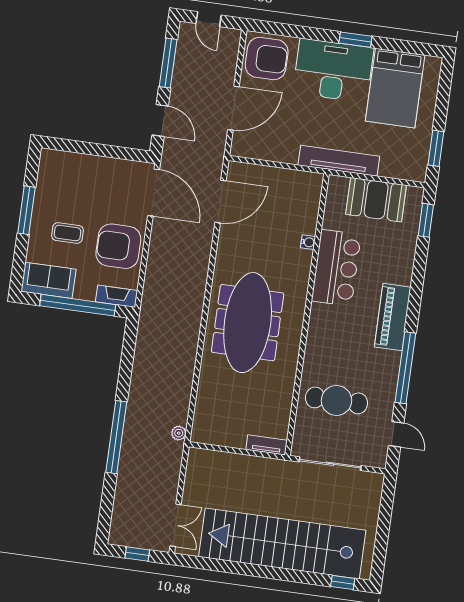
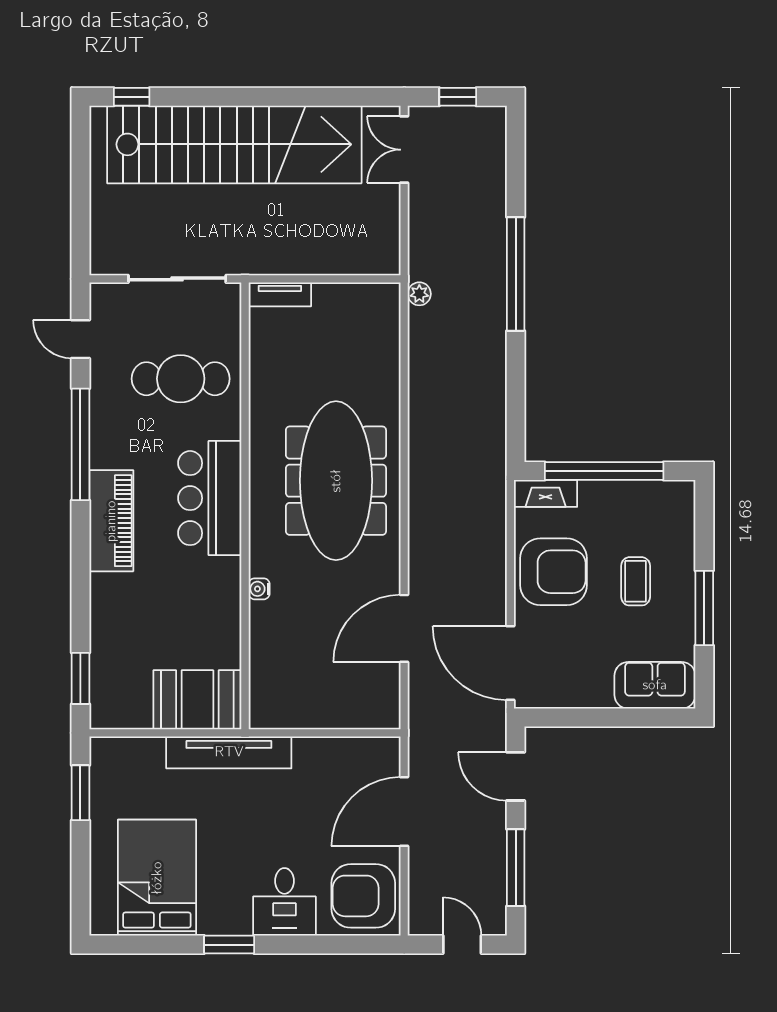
desk: (333, 70) -> (284, 902), width x0.53, depth x0.77
booth: (376, 200) -> (197, 700), moved
door: (221, 202) -> (404, 628), moved
coffee table: (67, 233) -> (636, 581), turned 90
water cooler: (308, 242) -> (259, 589), moved
bar counter: (336, 268) -> (210, 498), moved
sofa: (48, 280) -> (655, 685), moved, turned 180

